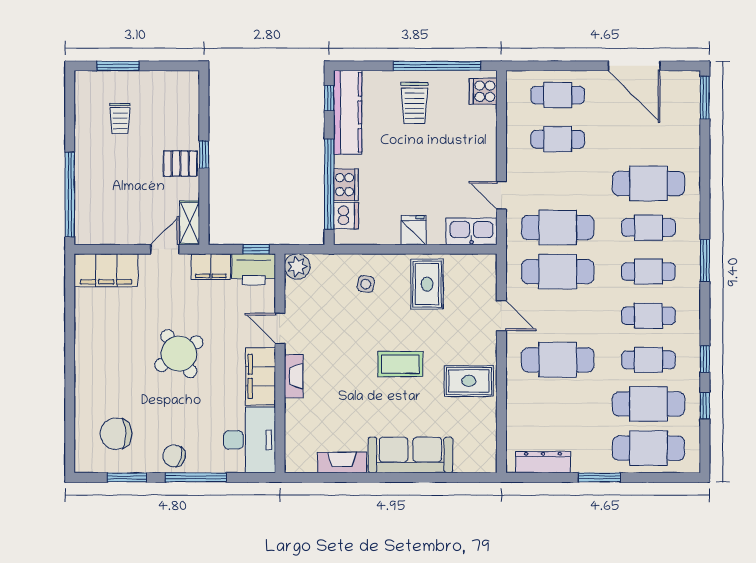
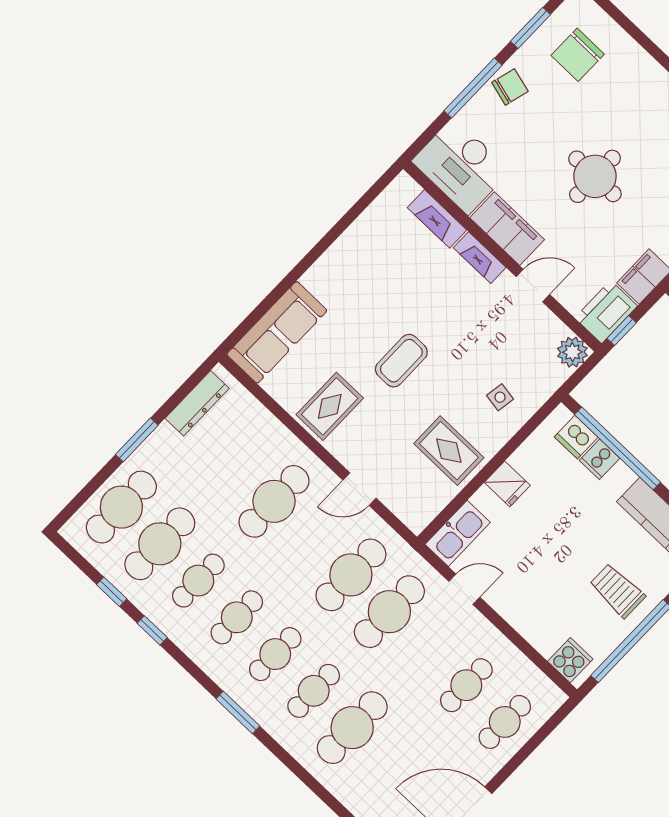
cooker: (346, 185) -> (599, 459), width x0.73
round table: (179, 354) -> (595, 176), turned 33
chair: (116, 434) -> (578, 55), turned 180
sofa: (410, 455) -> (277, 332), moved
fireplace: (342, 462) -> (437, 219), moved, turned 90

